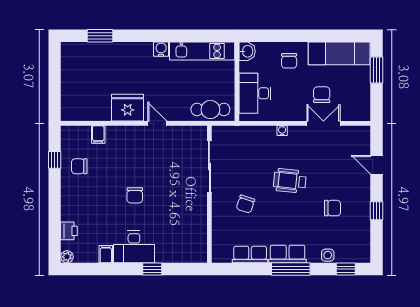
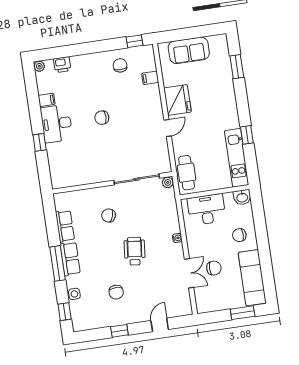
window: (178, 36) -> (247, 135), added
water cooler: (161, 49) -> (233, 122), removed
sofa: (74, 87) -> (189, 50), added
plant: (218, 132) -> (168, 182), added
window: (55, 160) -> (135, 41), moved

